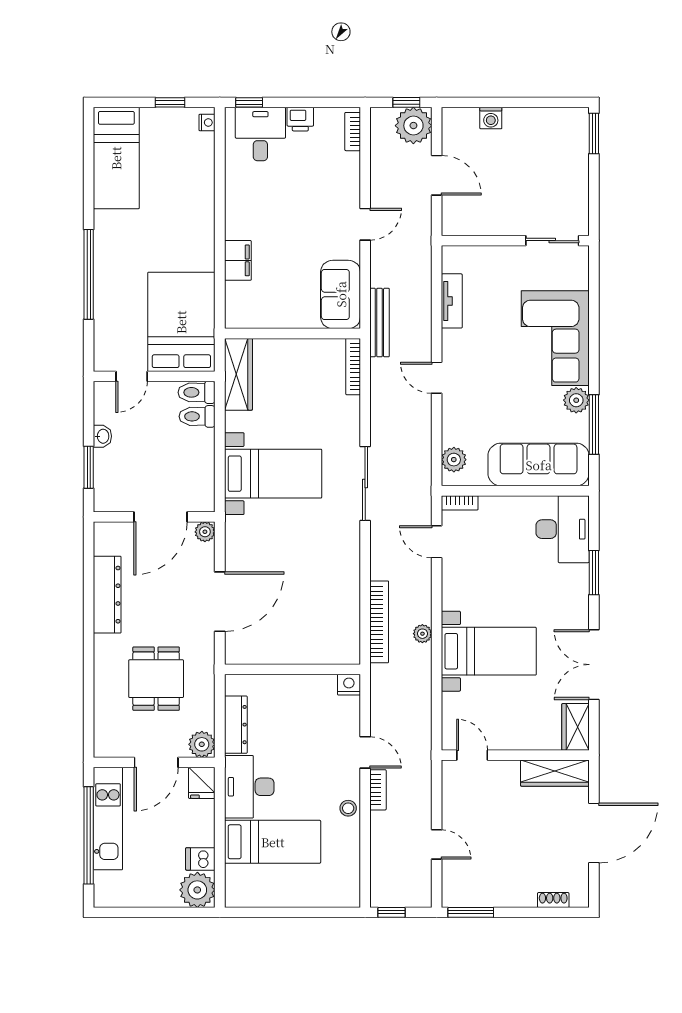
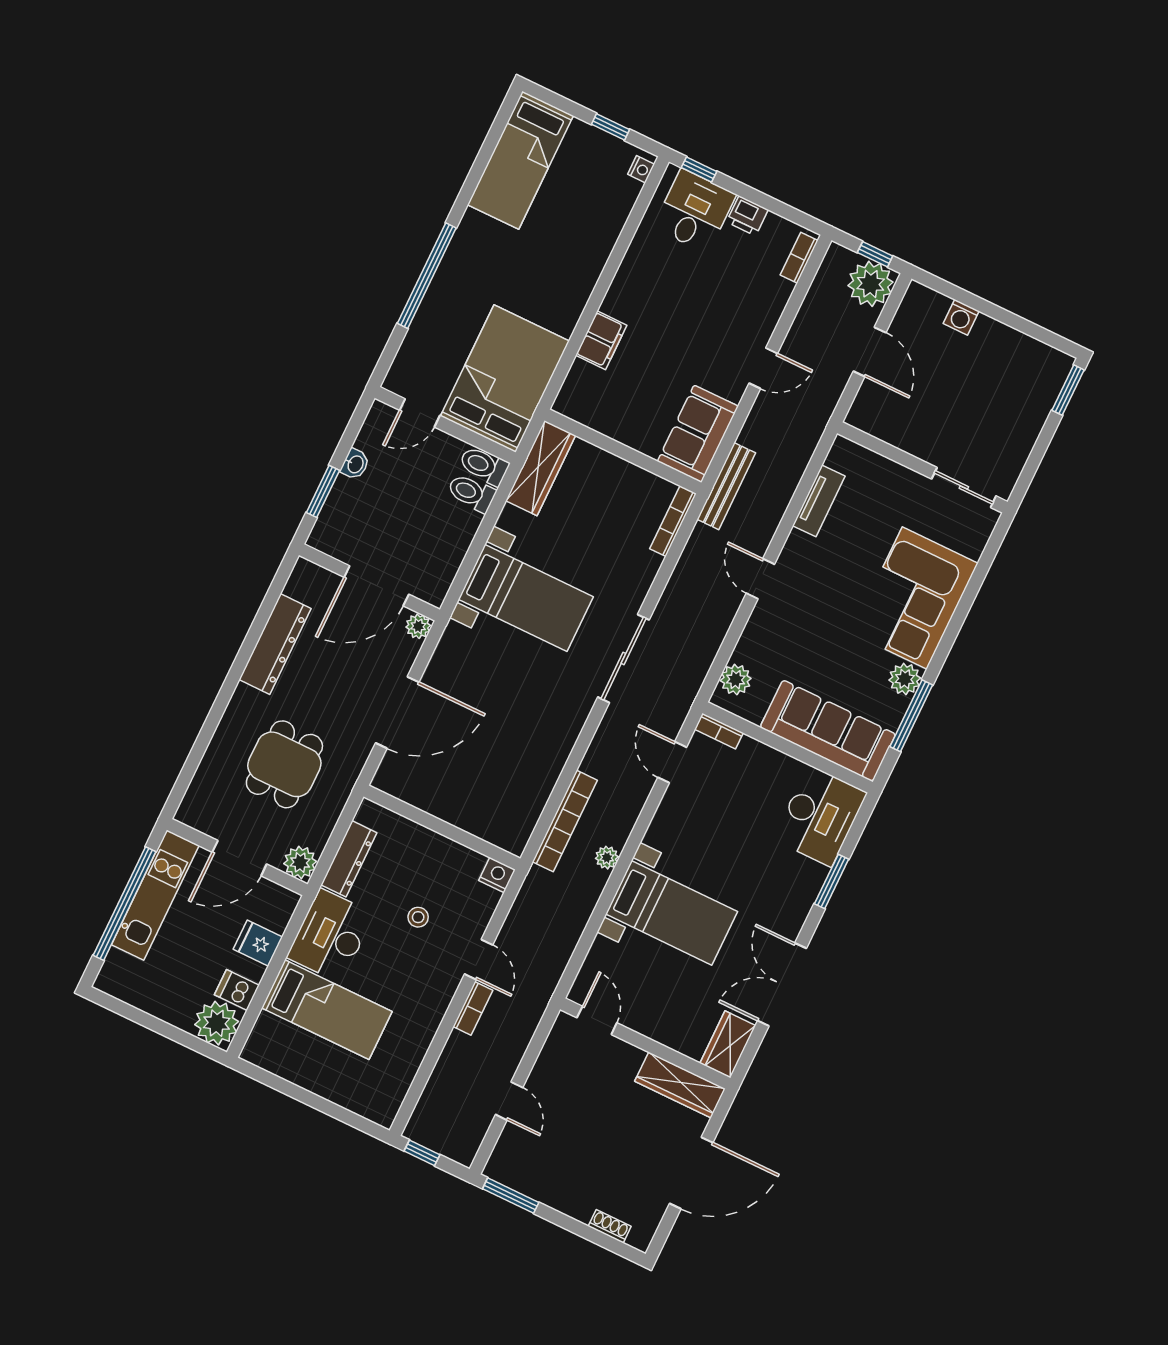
fridge: (202, 783) -> (258, 943), moved, turned 90
stool: (348, 808) -> (418, 917), moved

